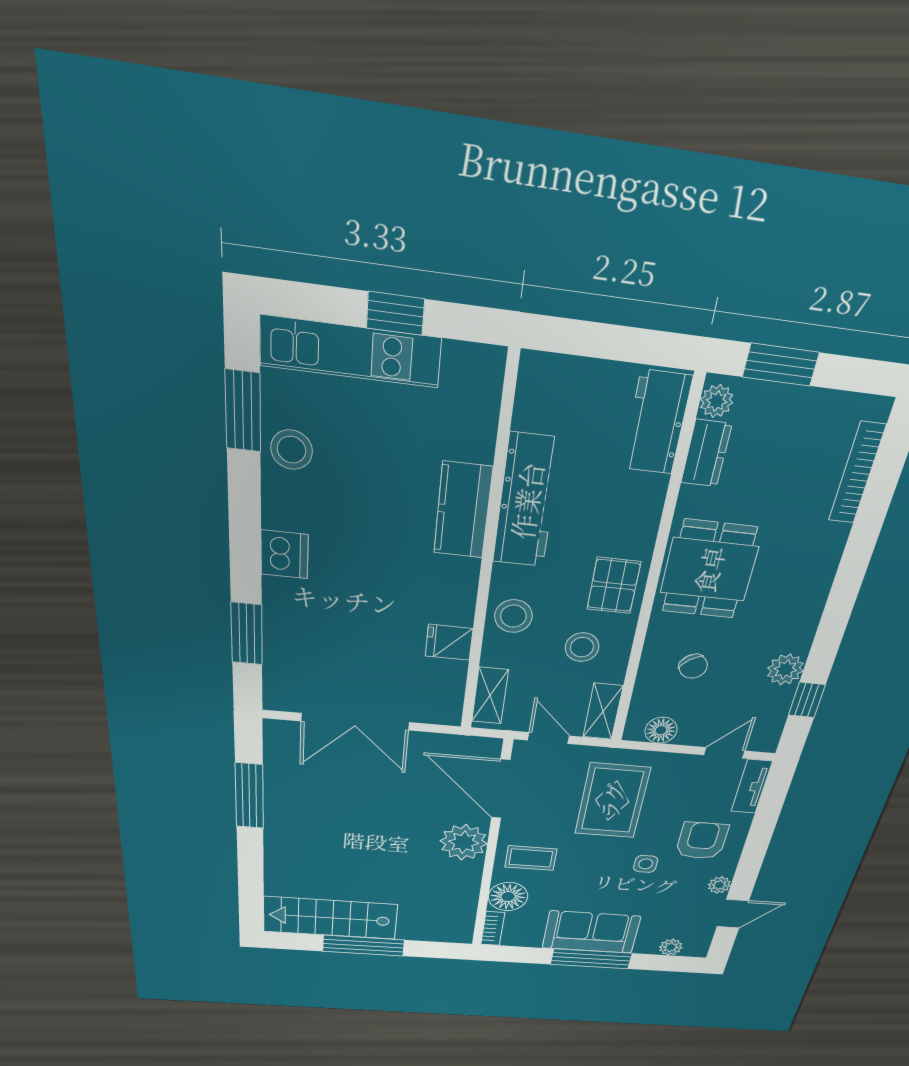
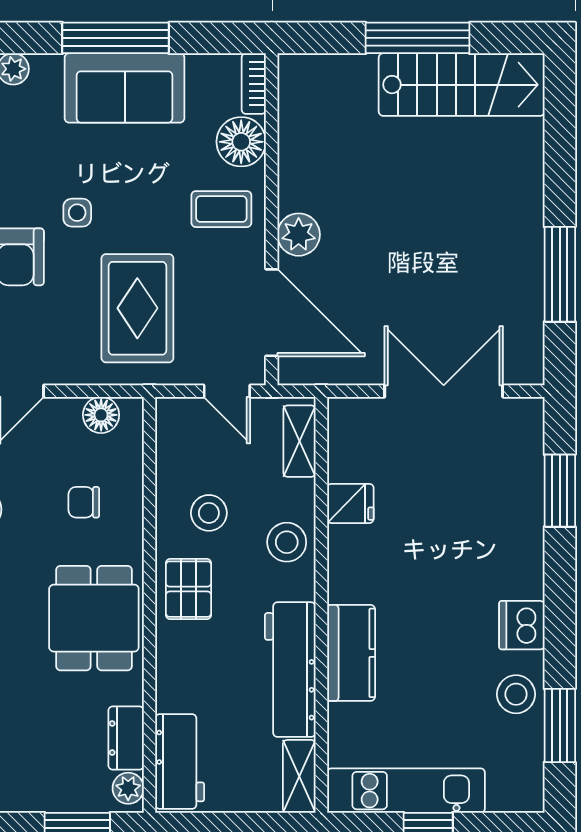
kitchen unit: (351, 352) -> (406, 791), moved
dishwasher: (284, 554) -> (522, 625), moved
chair: (693, 666) -> (84, 502), turned -52
shelving: (603, 711) -> (299, 776), moved
plant: (464, 842) -> (299, 235), width x0.73, depth x0.73

